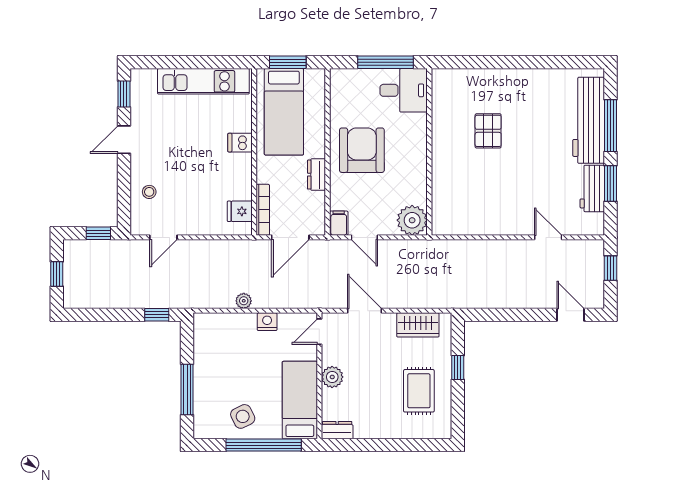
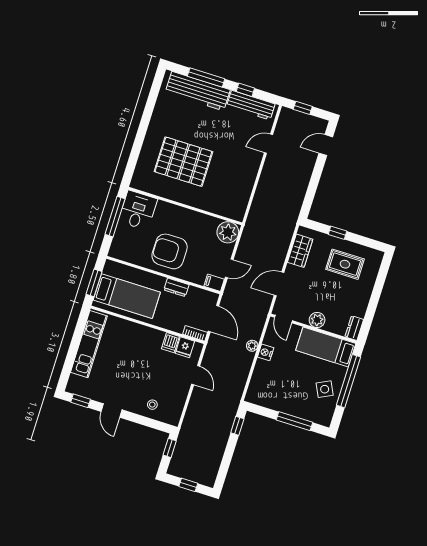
pallet: (488, 131) -> (183, 162), width x2.05, depth x2.00
dishwasher: (240, 143) -> (170, 343), moved
window: (610, 184) -> (245, 90), width x0.67
workbench: (592, 188) -> (251, 105), width x1.38
bookcase: (263, 210) -> (195, 333), width x0.64
door: (163, 237) -> (196, 375), moved
plant: (244, 301) -> (252, 346), moved

